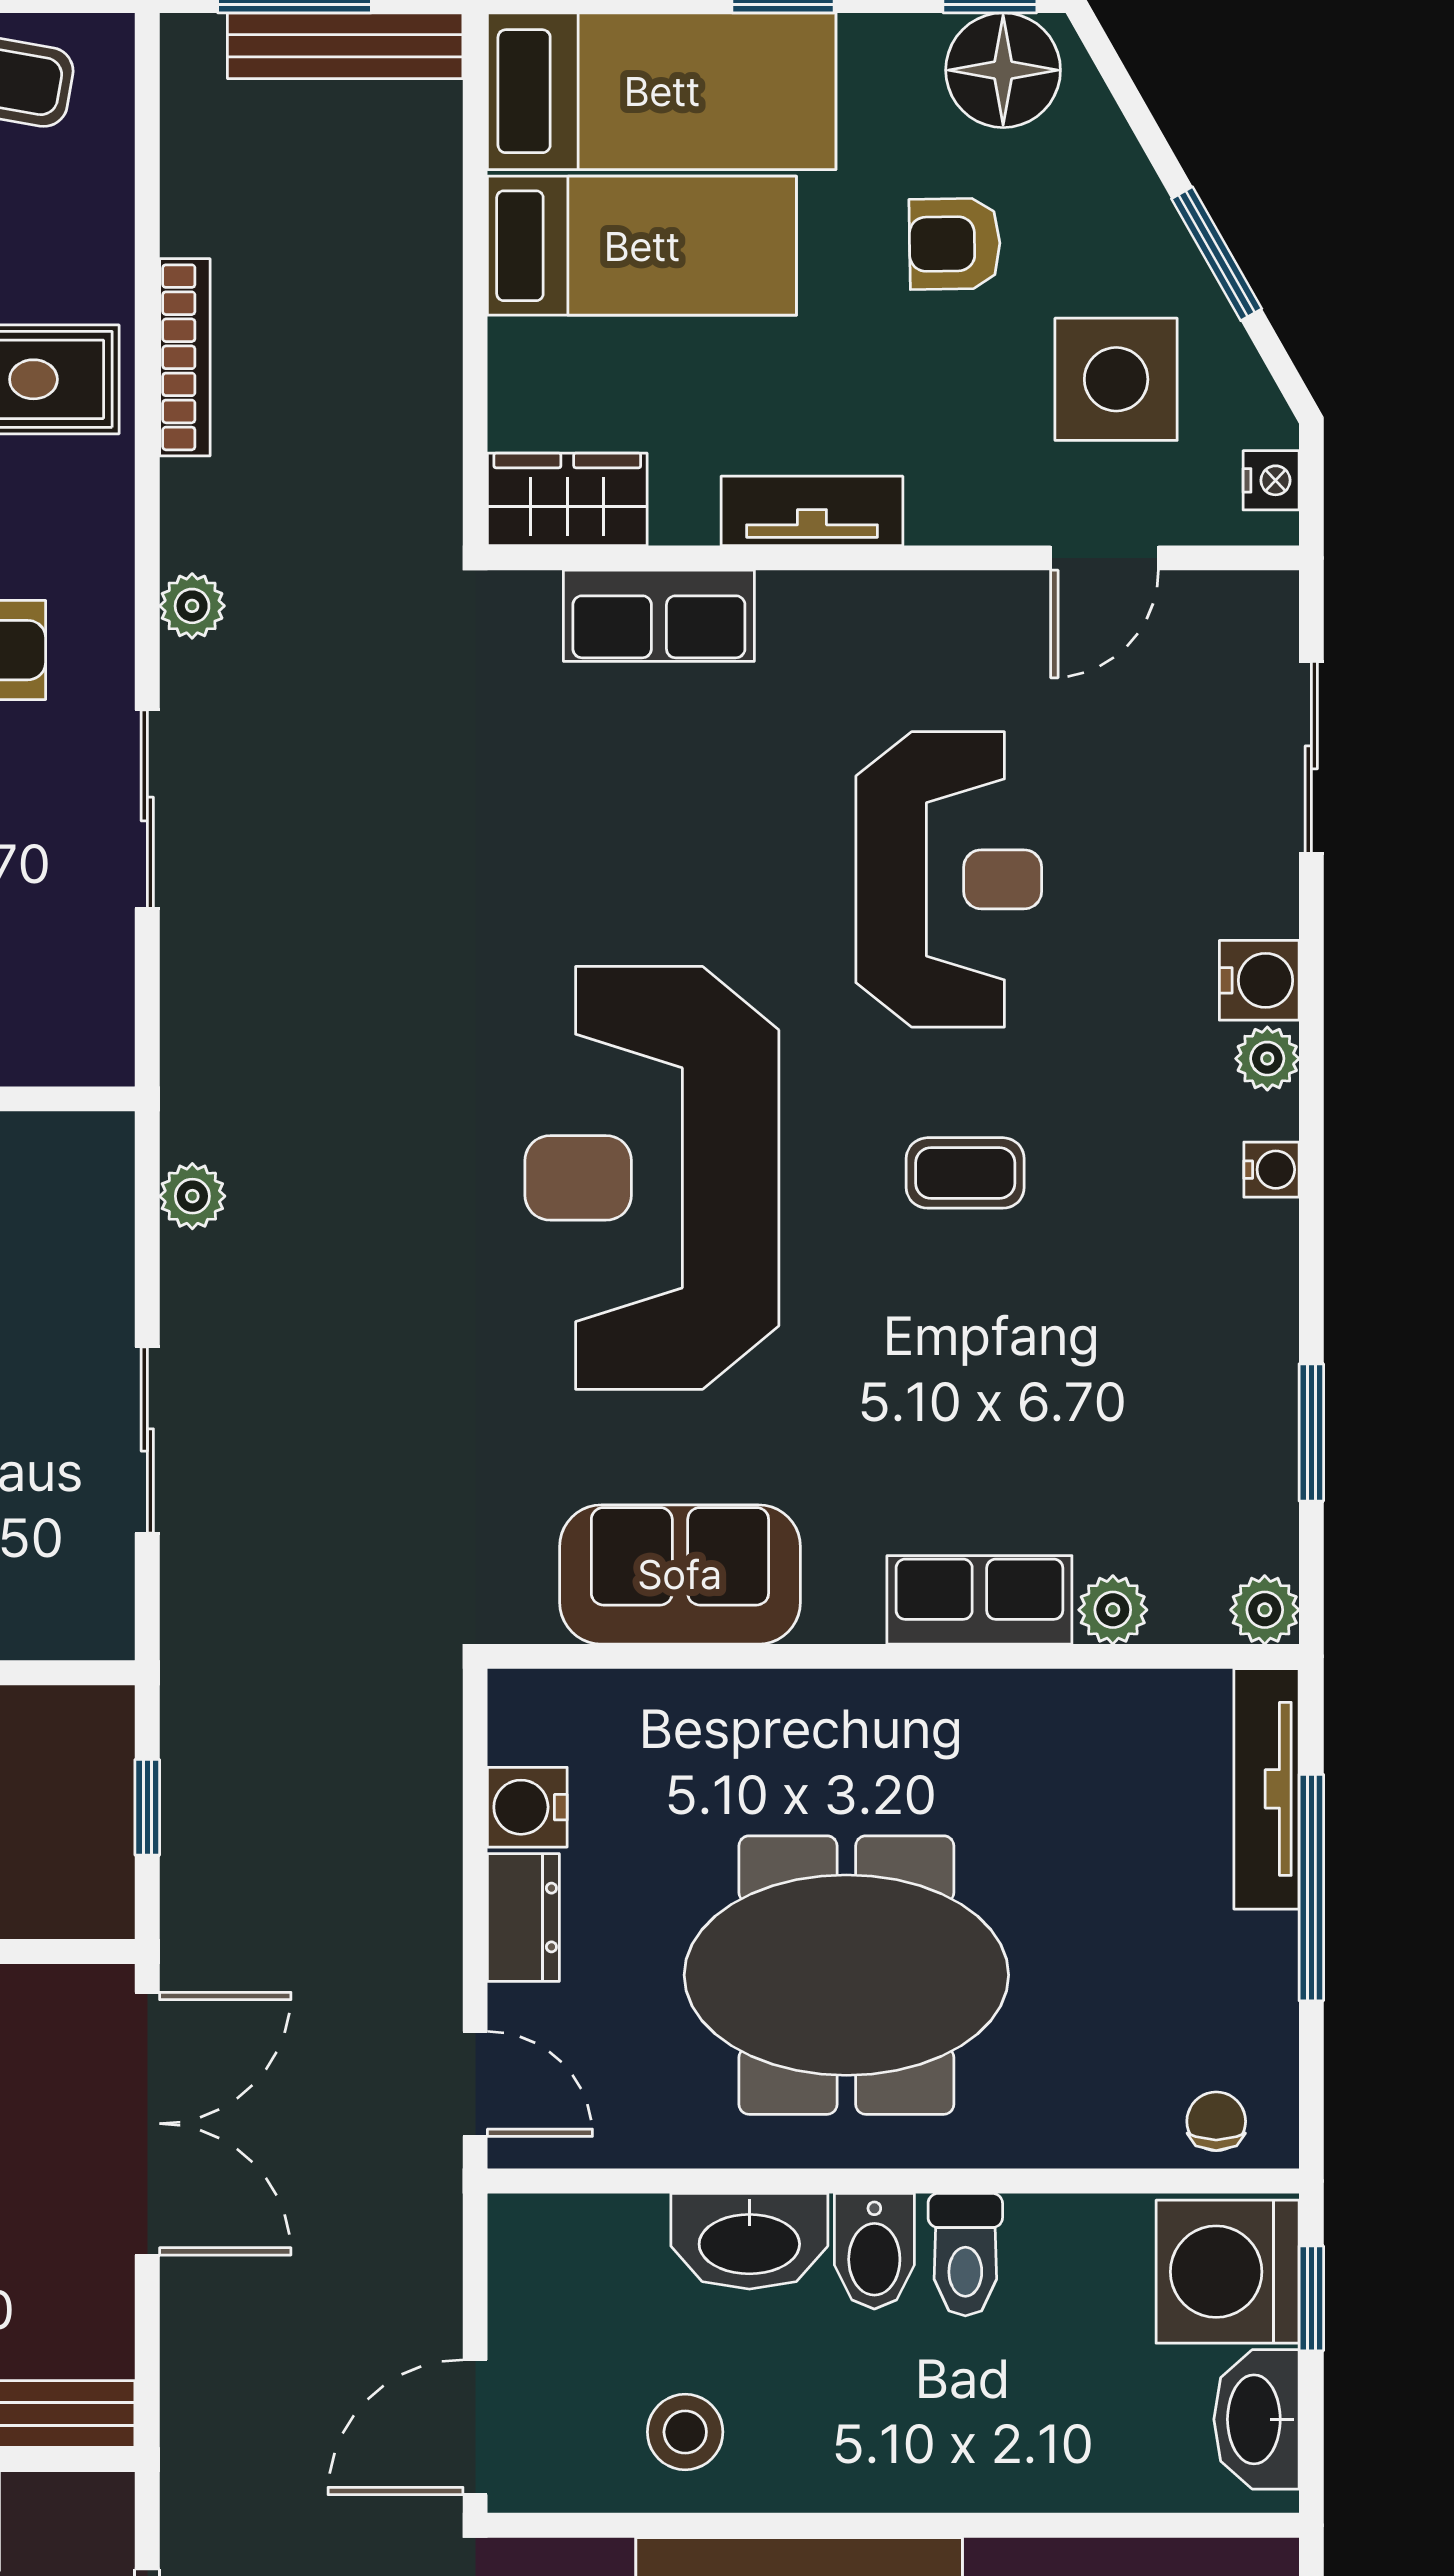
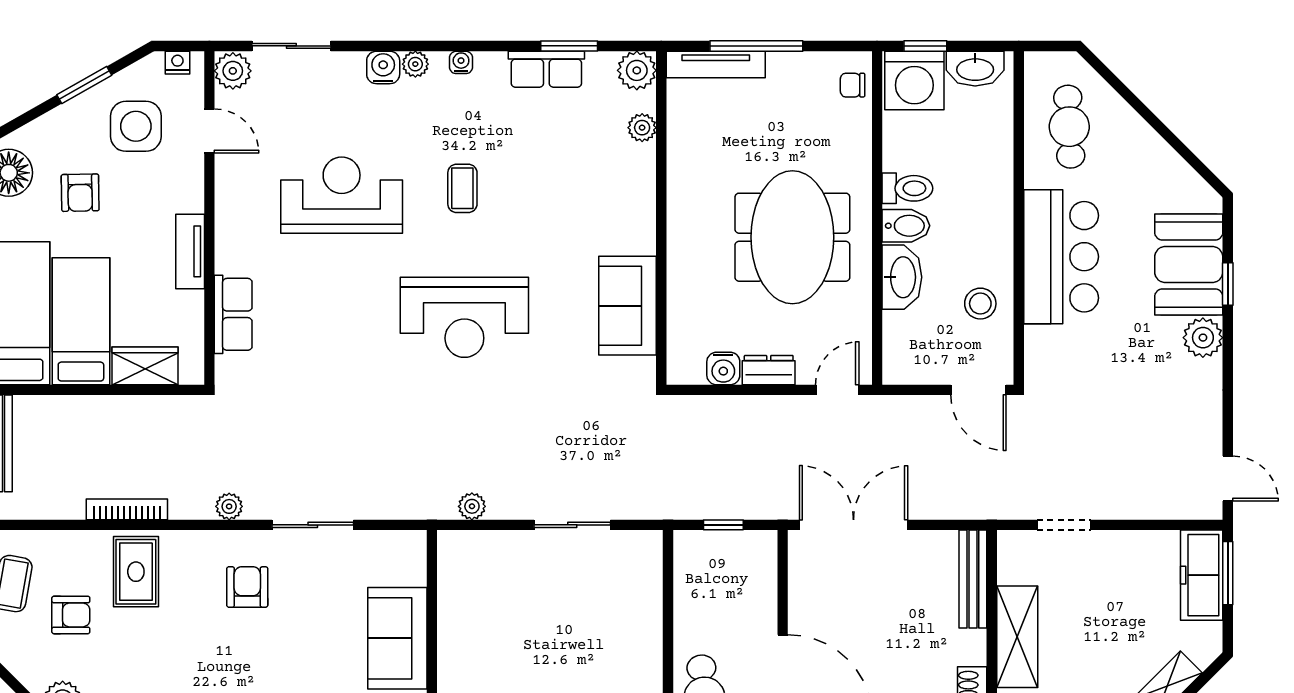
wardrobe: (567, 499) -> (145, 366), moved, turned 90
plant: (1251, 615) -> (233, 71), added
reception desk: (652, 1178) -> (464, 317), width x0.74, depth x0.77
row of seats: (979, 1600) -> (546, 69), moved, turned -90
plant: (1265, 1610) -> (637, 70), width x1.38, depth x1.38

